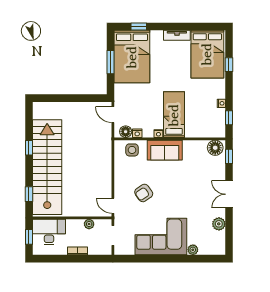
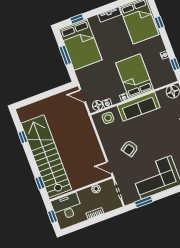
bed: (174, 115) -> (135, 76), width x1.50
window: (29, 148) -> (23, 137), moved
sofa: (165, 150) -> (139, 107), width x1.36
window: (137, 259) -> (144, 202), added

